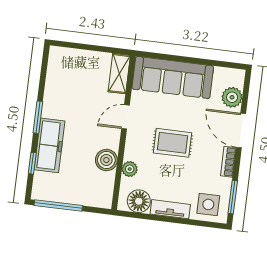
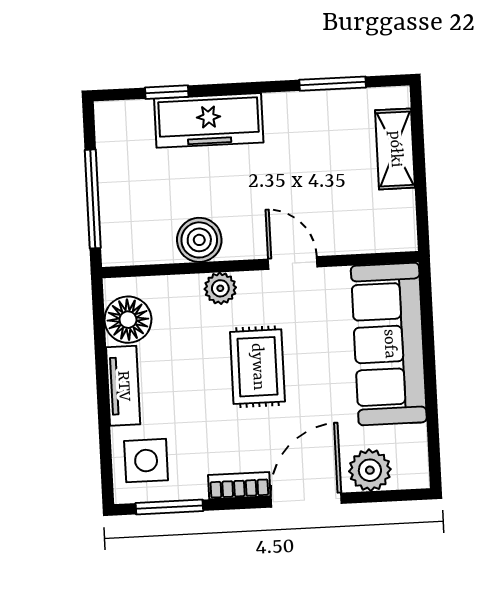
shelving: (119, 74) -> (395, 149), moved, turned 90
window: (38, 117) -> (333, 84), moved
plant: (130, 169) -> (220, 288), moved
window: (58, 205) -> (93, 199), moved

